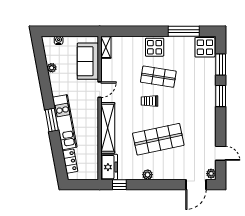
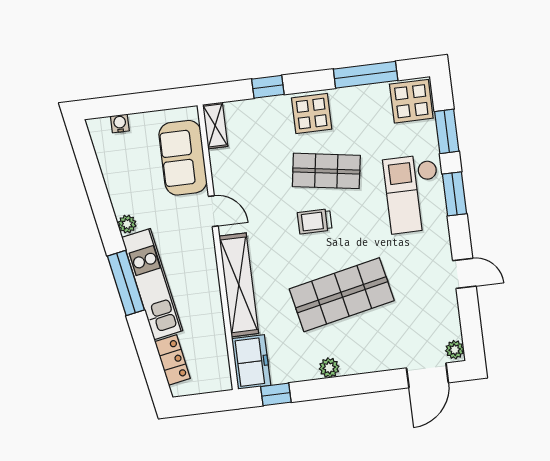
window: (134, 31) -> (268, 87), added
plant: (52, 68) -> (127, 224), moved
door: (100, 90) -> (213, 211), hinge flipped
checkout: (200, 93) -> (413, 194), added
window: (52, 120) -> (126, 283), width x1.44
door: (221, 153) -> (464, 273), moved

